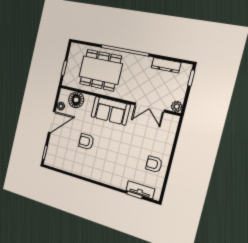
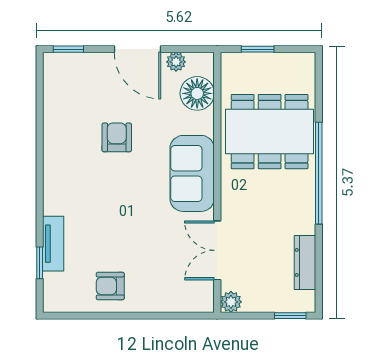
dining table: (100, 70) -> (270, 132), turned 90
armchair: (154, 164) -> (110, 286), turned -90
tv unit: (140, 190) -> (53, 244), moved

